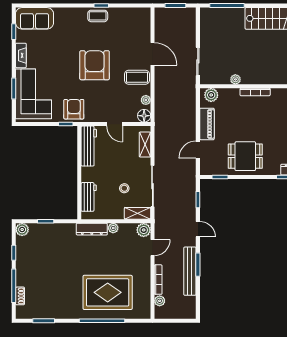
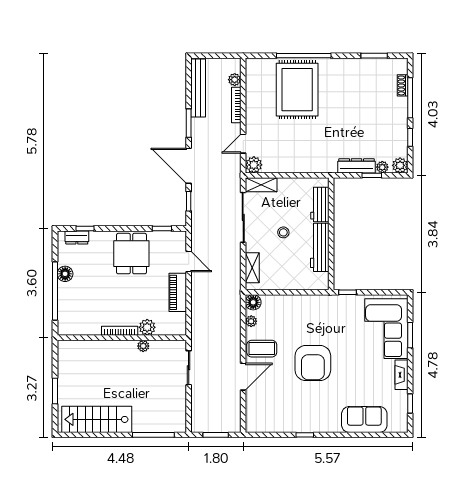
coffee table: (98, 16) -> (309, 422), removed
sofa: (35, 18) -> (364, 419), moved
door: (152, 54) -> (243, 377), swing flipped
plant: (211, 95) -> (147, 327), moved
armchair: (74, 109) -> (338, 310), removed
door: (115, 124) -> (289, 292), removed
workbench: (89, 146) -> (320, 247), moved
door: (198, 150) -> (189, 261), hinge flipped
dining table: (245, 156) -> (131, 254), turned 90
stool: (124, 188) -> (283, 232), moved
plant: (113, 228) -> (382, 167), moved
dresser: (92, 229) -> (357, 166), moved
door: (198, 229) -> (189, 166), width x1.87
bench: (190, 271) -> (198, 88), moved
rug: (108, 292) -> (297, 90), turned 90

